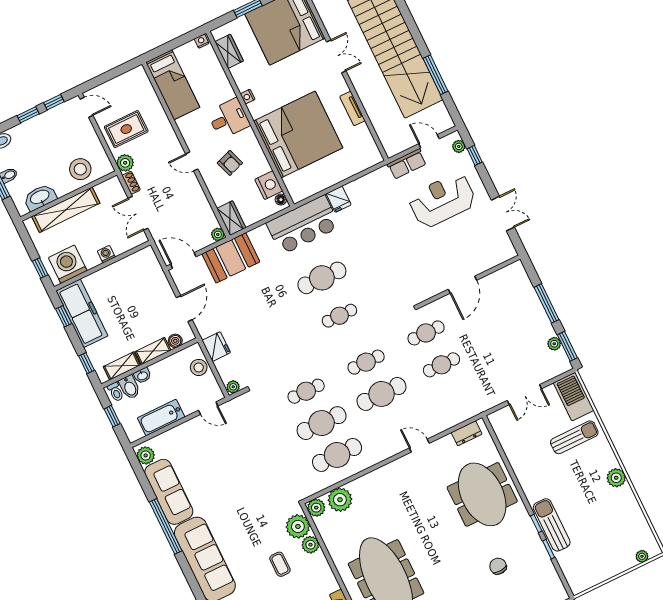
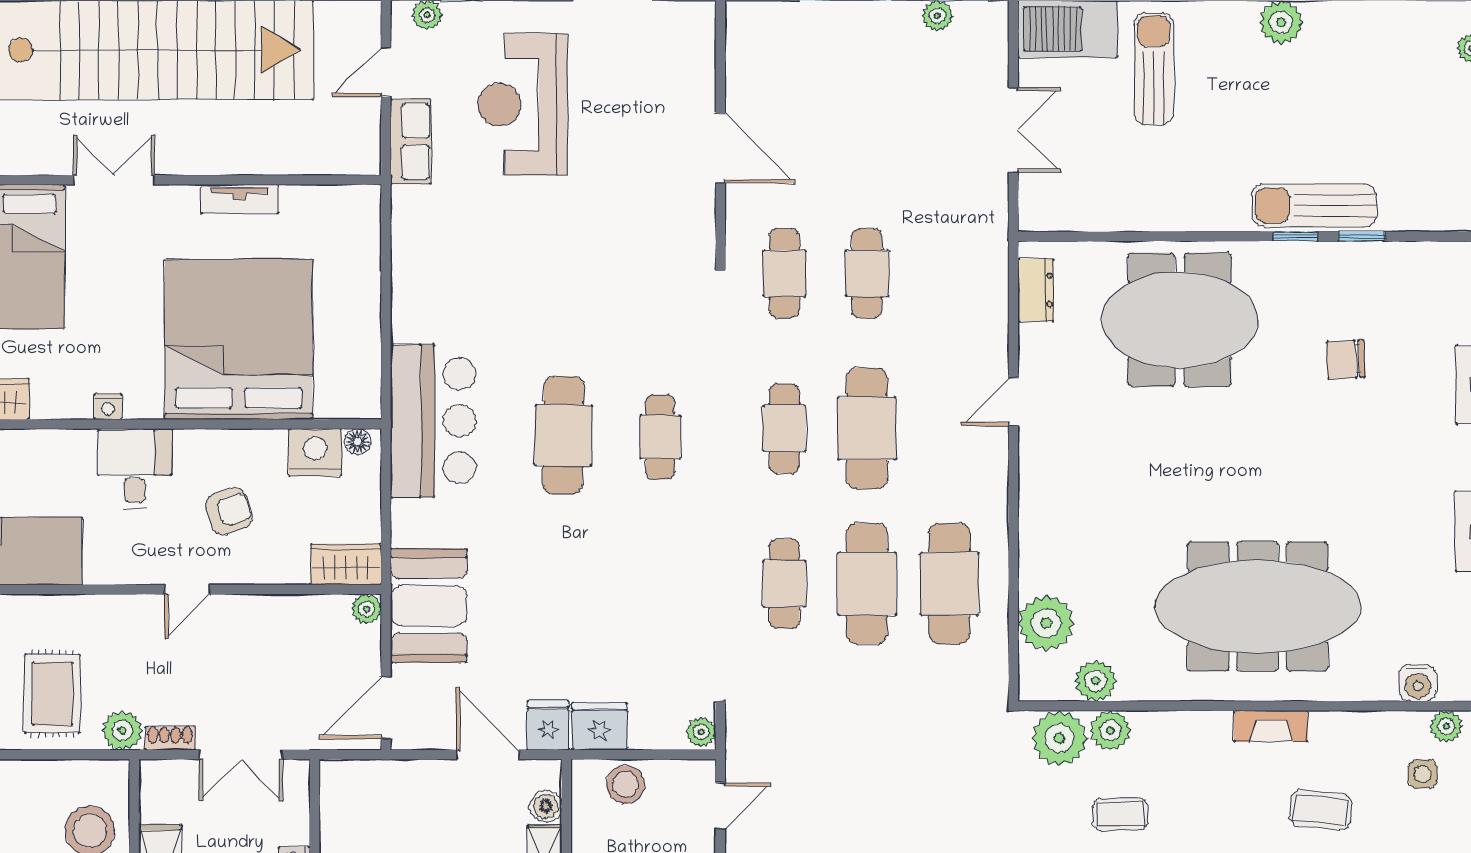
fridge: (339, 199) -> (548, 725), moved, turned -90
plant: (316, 508) -> (1096, 681), moved

